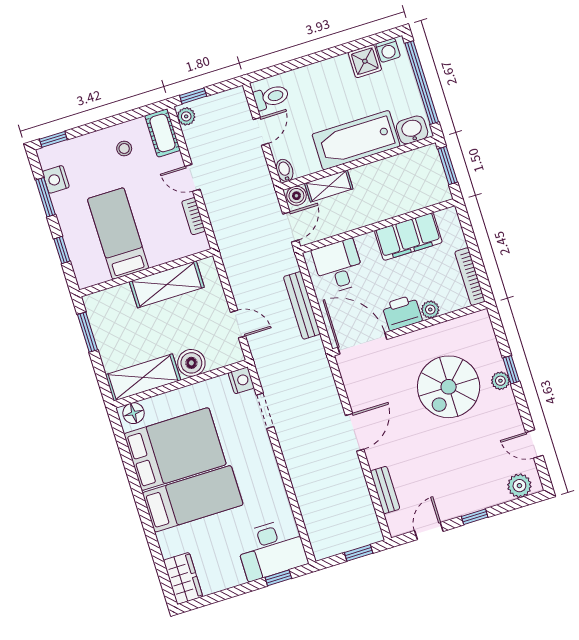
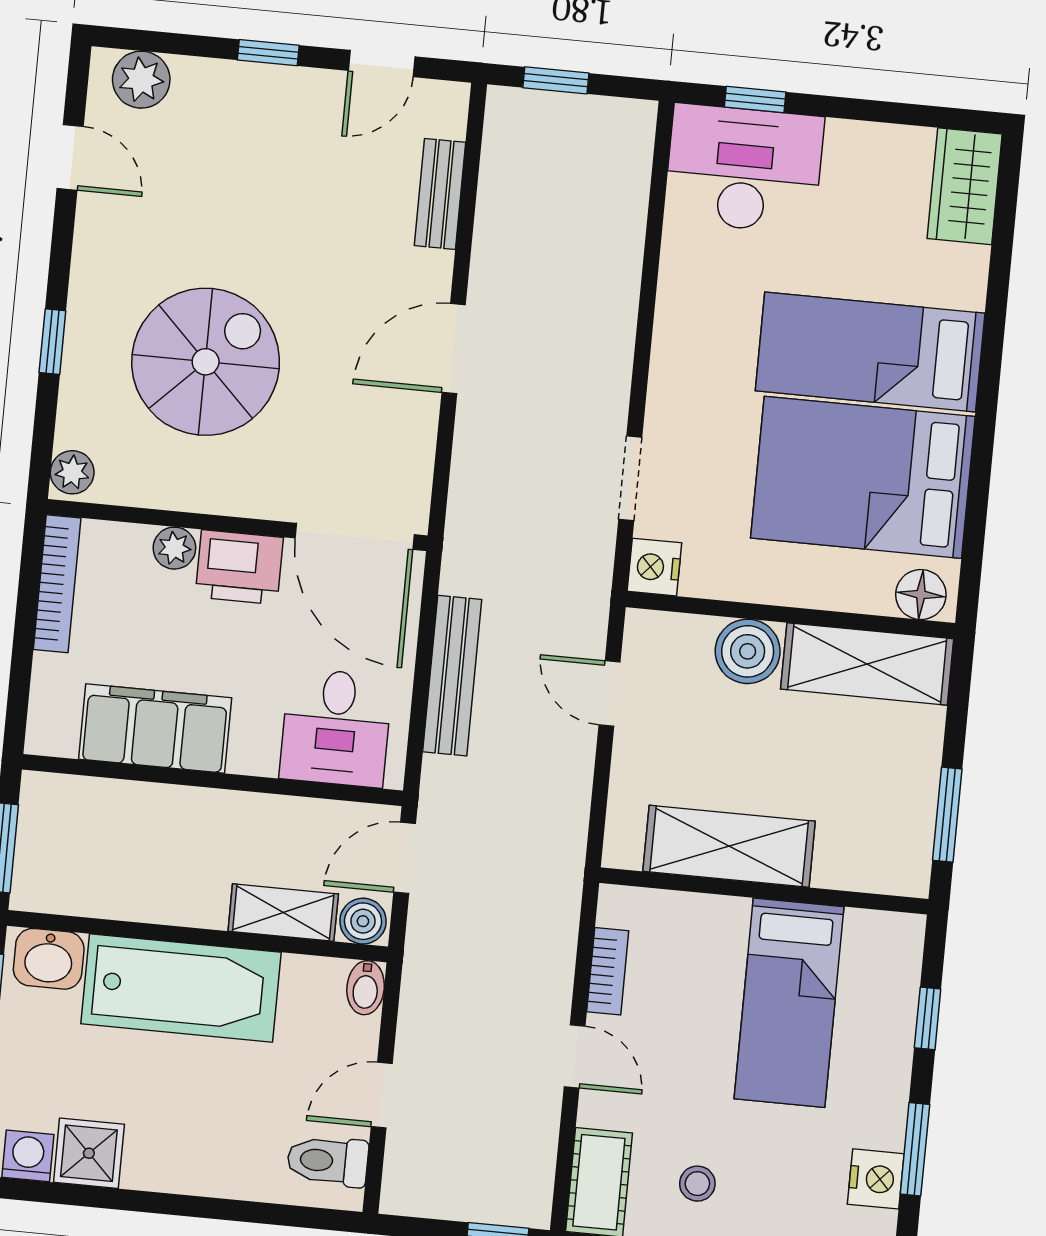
plant: (186, 116) -> (532, 1197), removed
plant: (500, 381) -> (72, 472), moved

